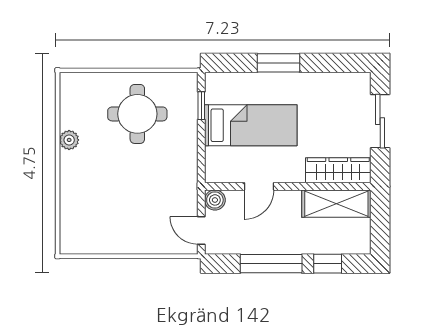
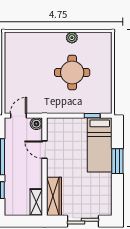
round table: (137, 114) -> (72, 72), moved
bed: (251, 125) -> (100, 145), moved
shelving: (336, 204) -> (36, 202), width x0.67, depth x0.75

